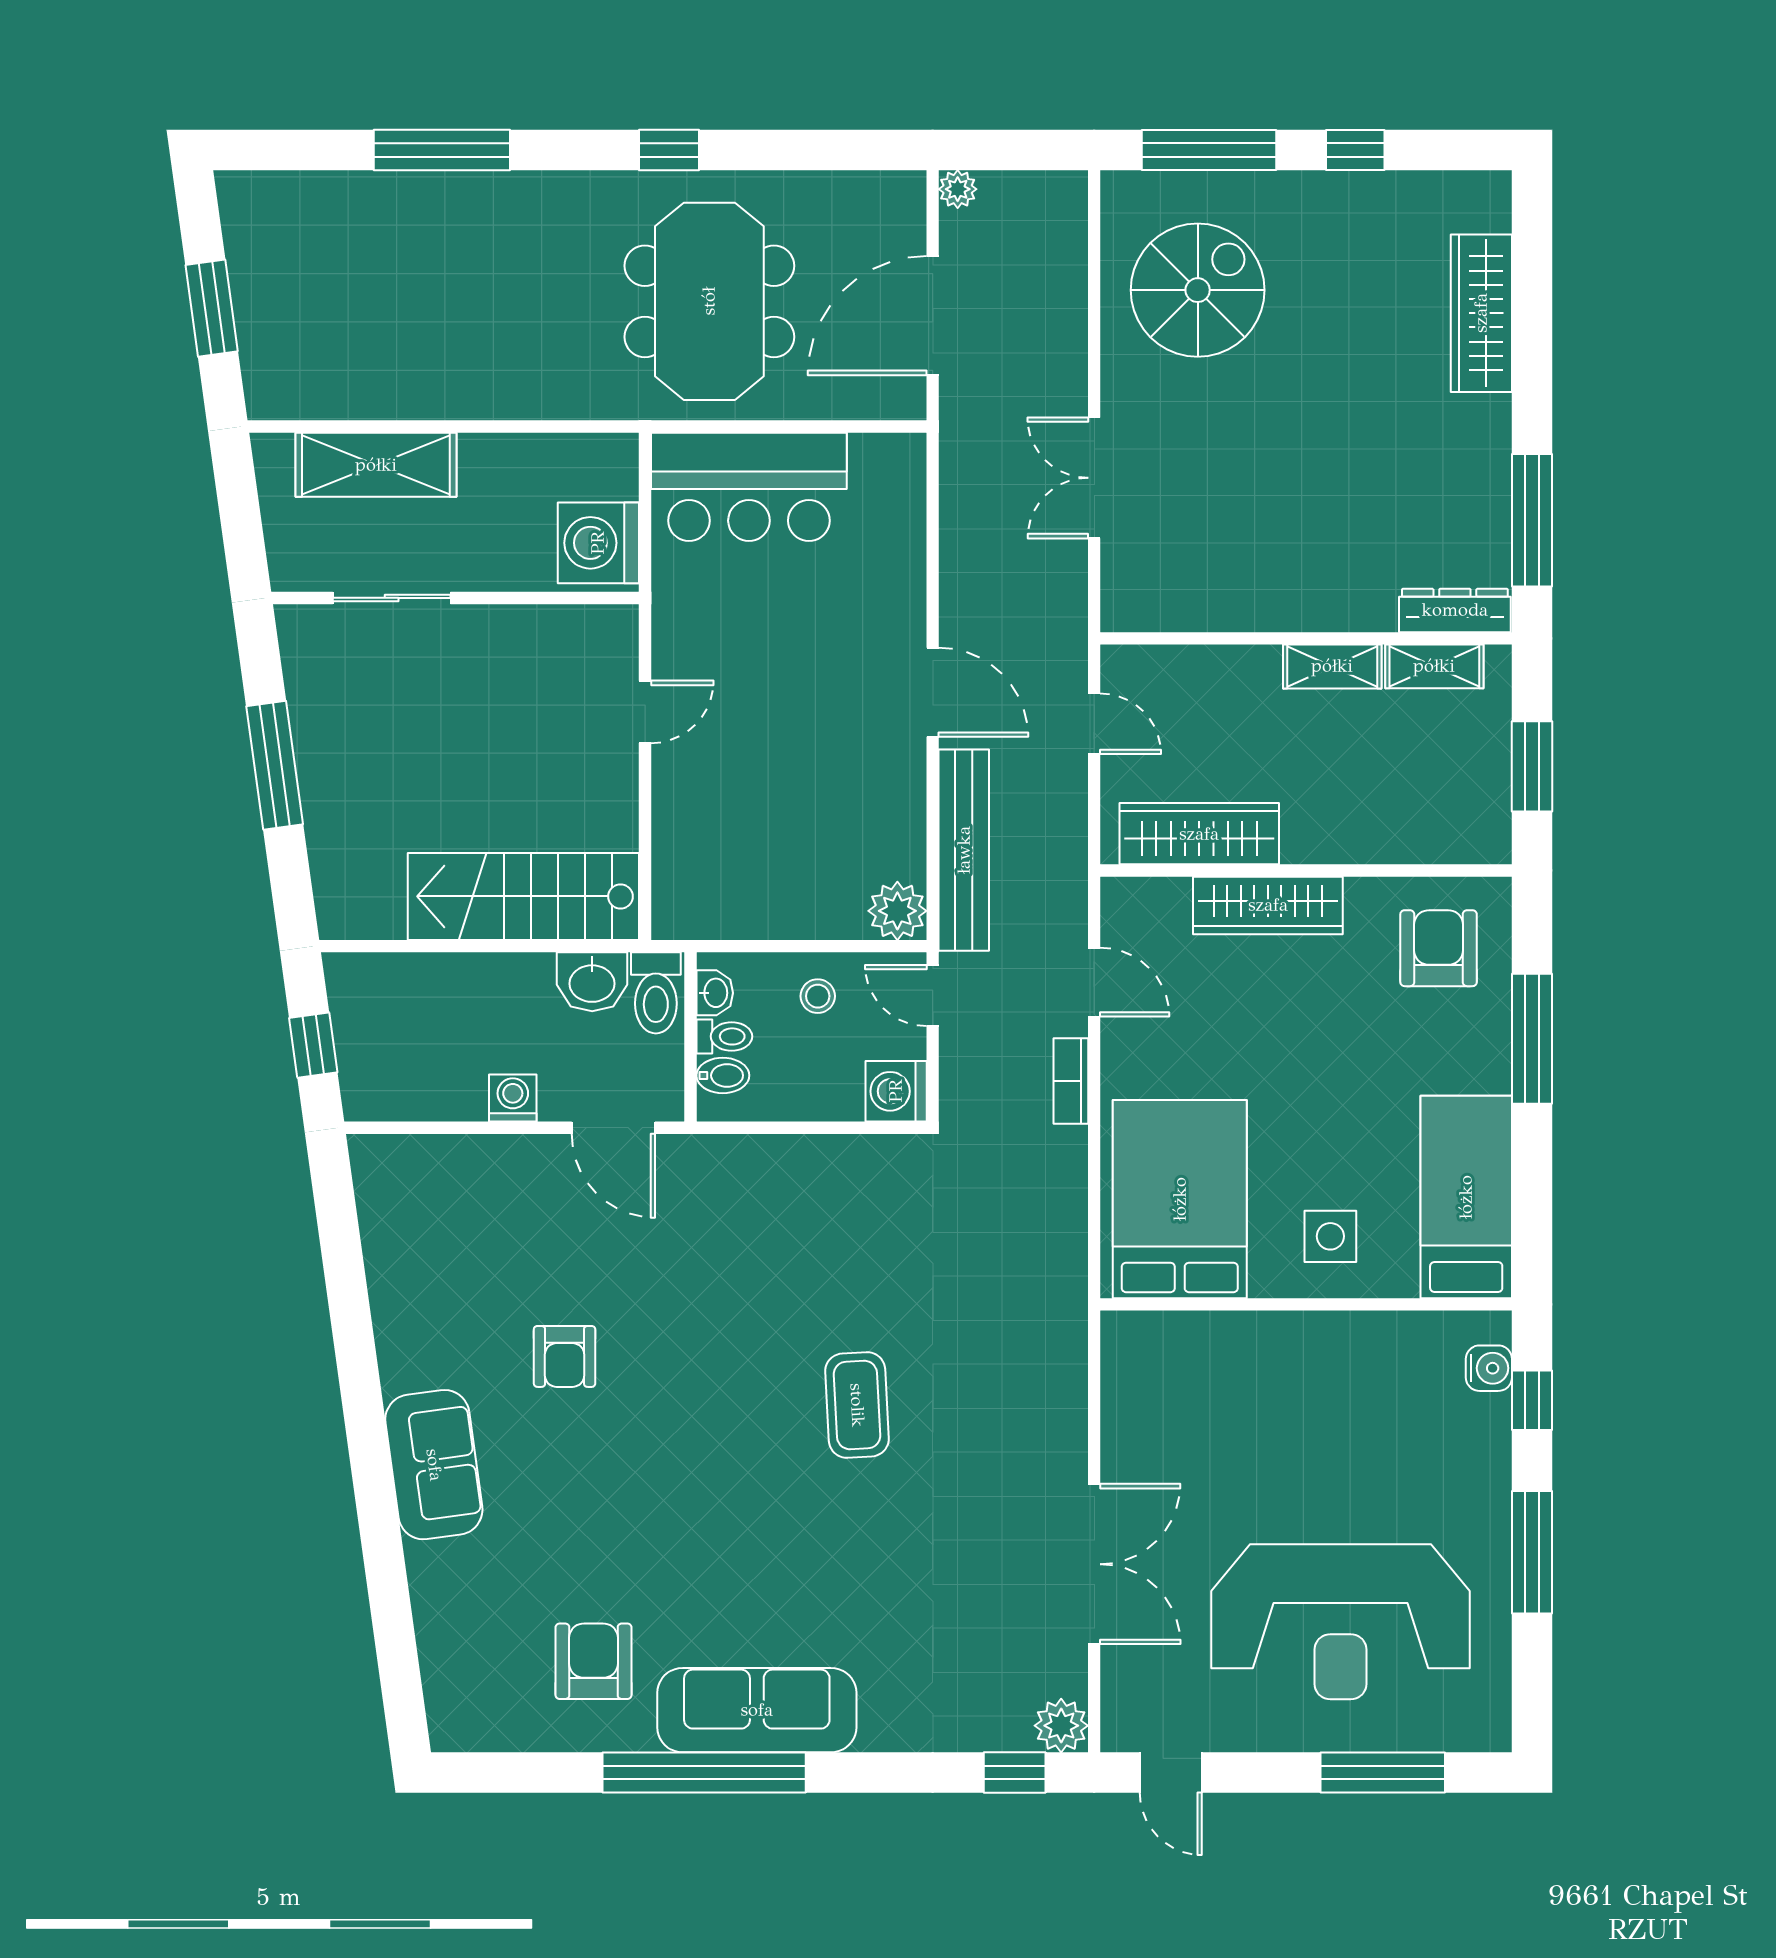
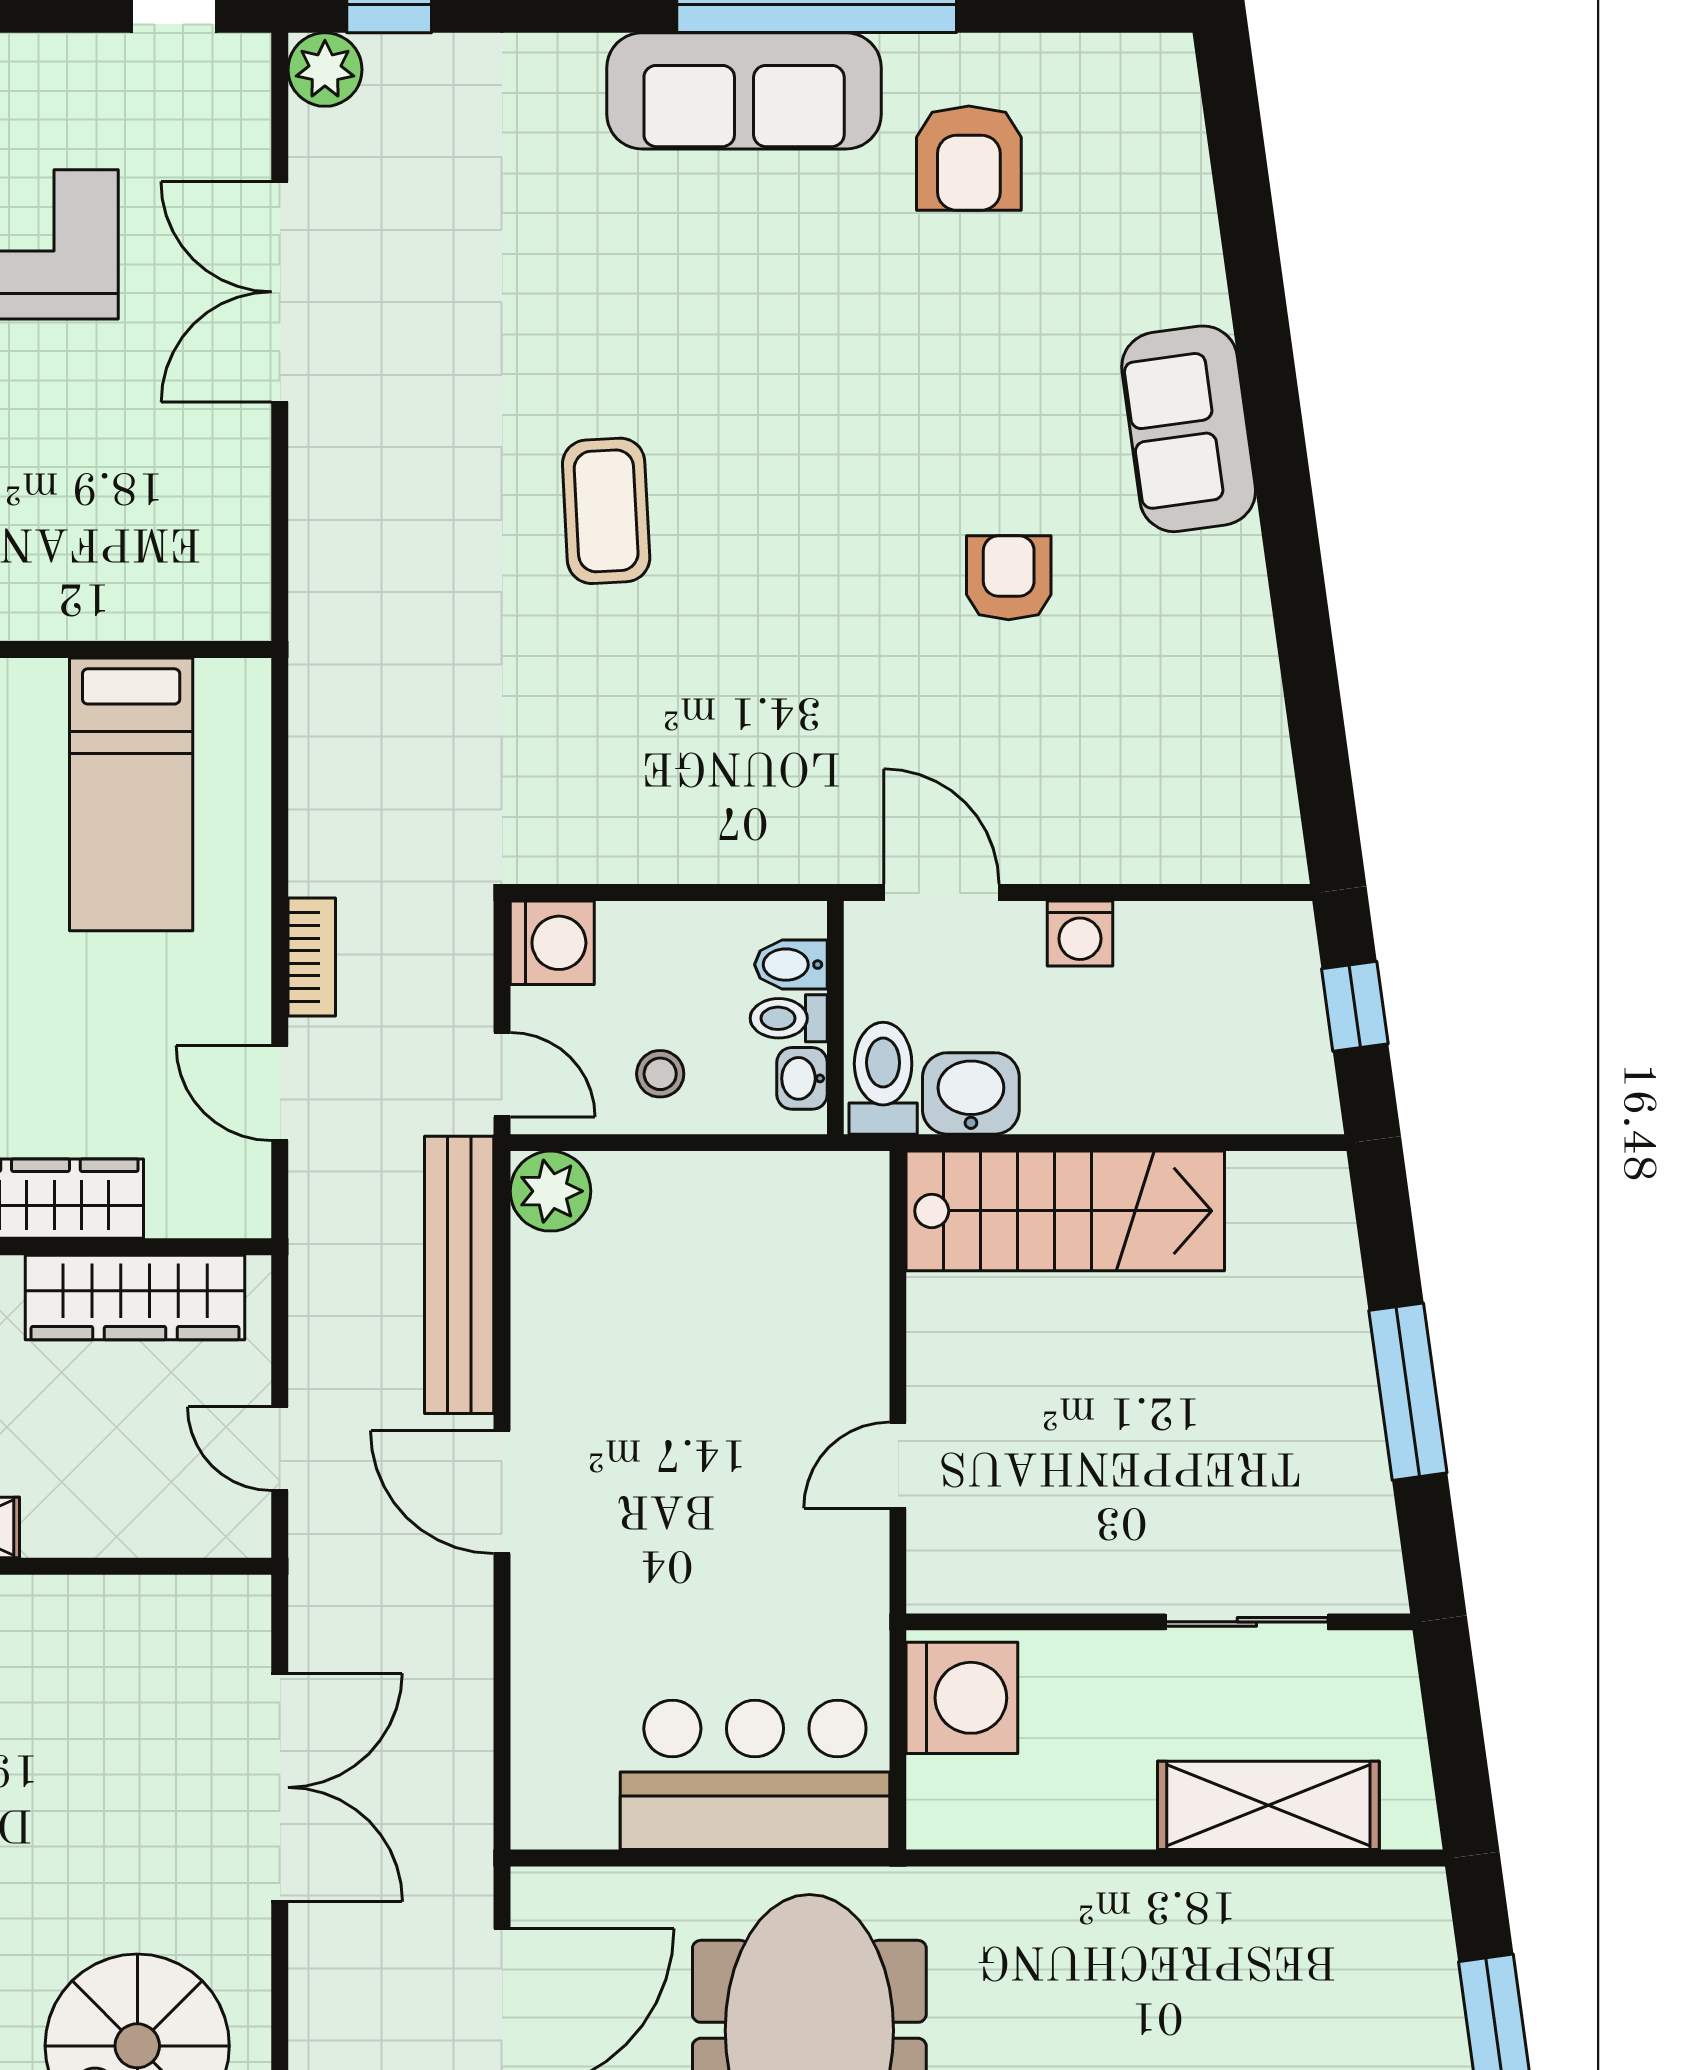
double door: (1094, 478) -> (280, 1787), width x1.37
bed: (1180, 1199) -> (131, 794), width x0.67

